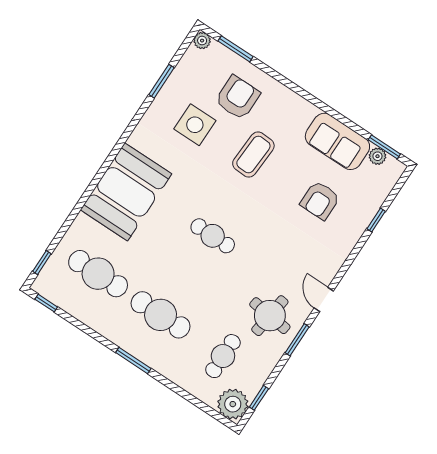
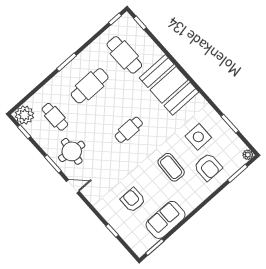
plant: (377, 156) -> (150, 242), removed
cafe table: (98, 274) -> (124, 55), turned 90

